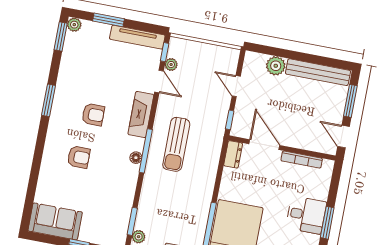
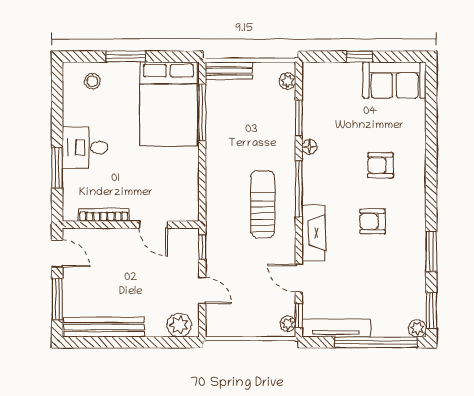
window: (109, 20) -> (376, 342), width x2.11
plant: (171, 65) -> (288, 324), moved
plant: (276, 66) -> (179, 325), moved
window: (49, 100) -> (431, 251), moved
door: (264, 145) -> (153, 225), width x0.73
dresser: (233, 154) -> (190, 205), removed
floor lamp: (136, 158) -> (309, 147), moved
window: (132, 221) -> (299, 118), moved
window: (327, 223) -> (57, 168), moved

